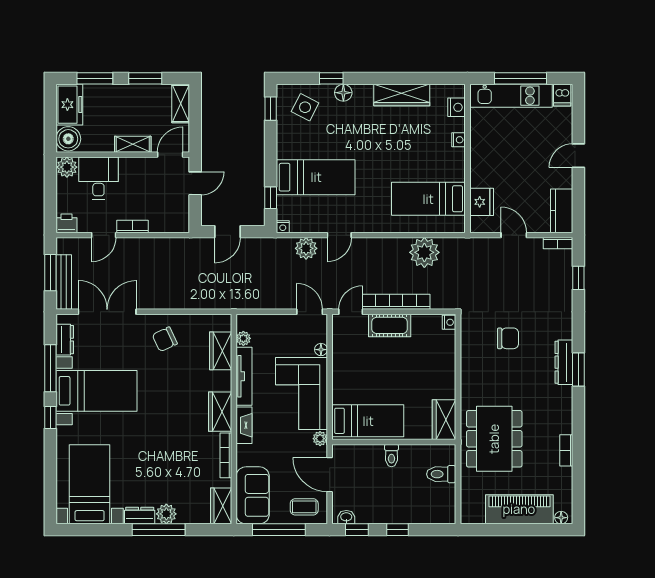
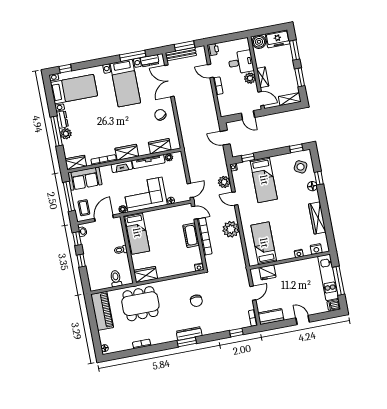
plant: (67, 167) -> (250, 78), moved
plant: (424, 252) -> (231, 229), moved
double door: (107, 312) -> (169, 81), swing flipped
window: (50, 417) -> (65, 69), moved
piano: (519, 509) -> (102, 311), moved

